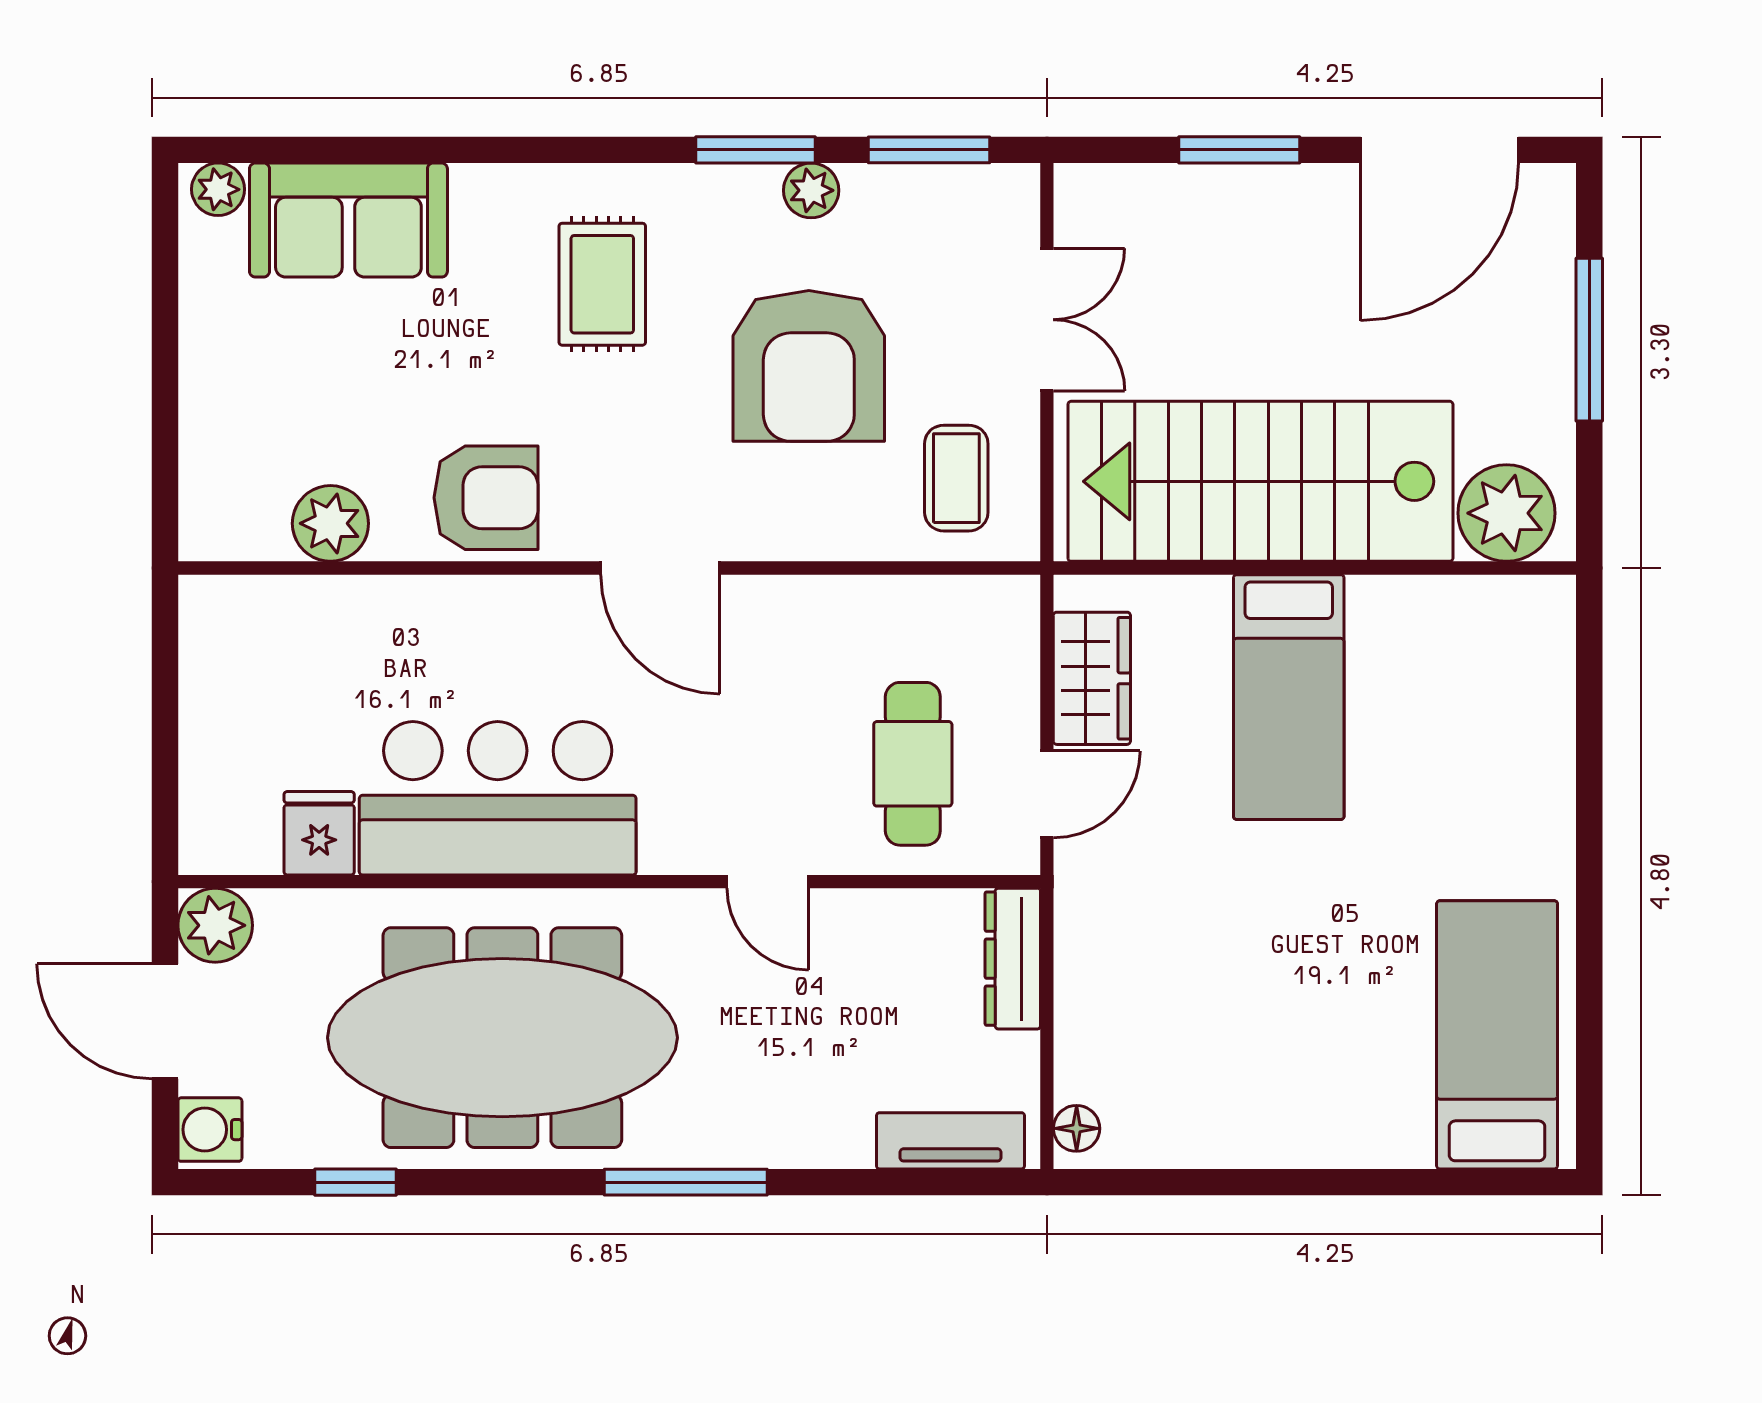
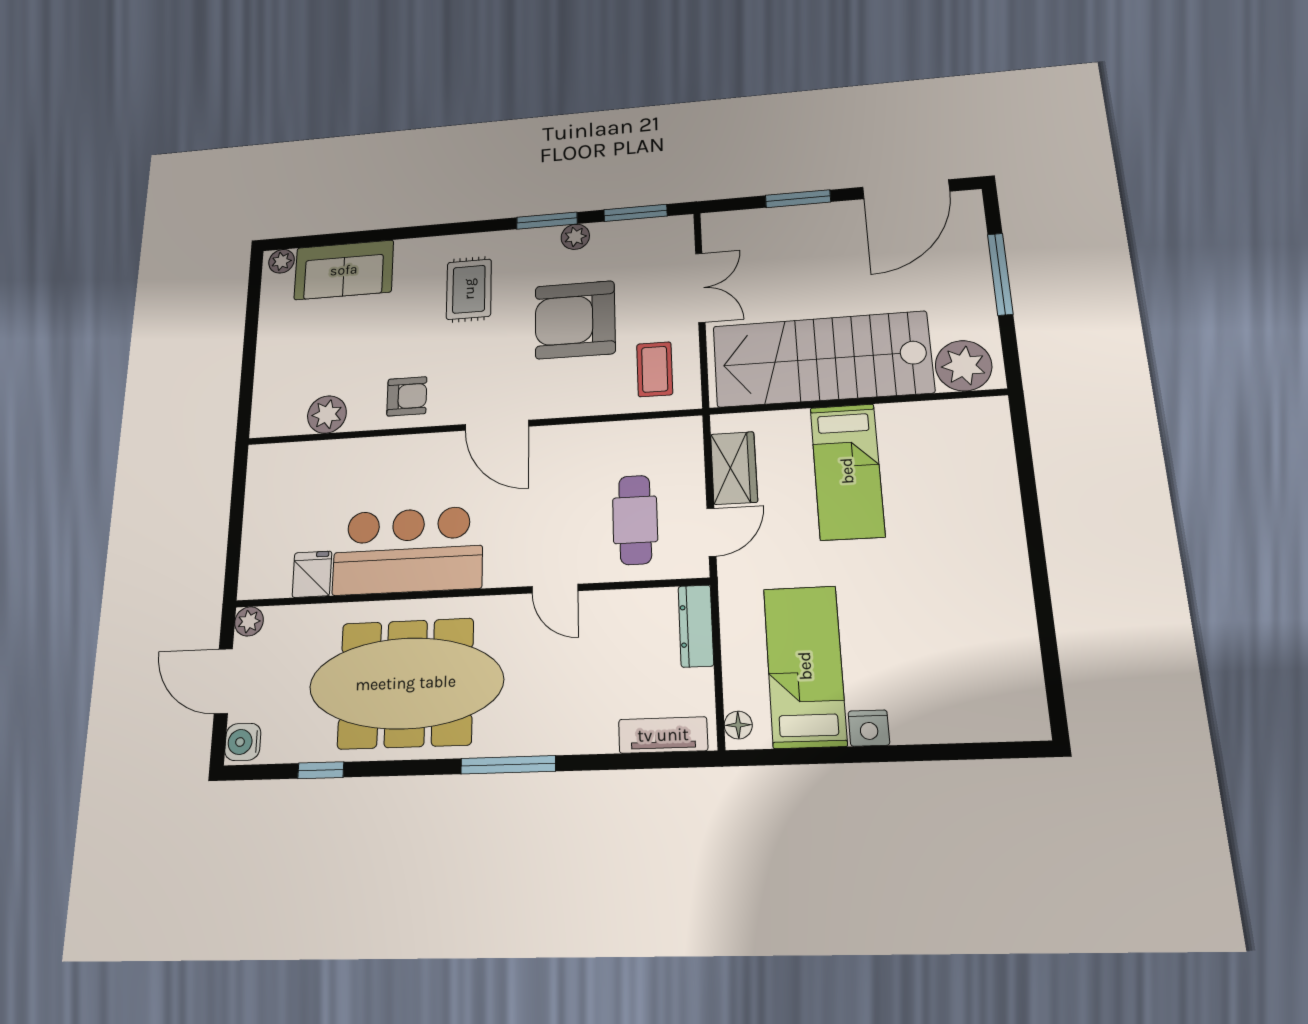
armchair: (809, 366) -> (575, 320), turned 90
armchair: (486, 498) -> (407, 396), width x0.72, depth x0.72
plant: (215, 925) -> (249, 621), width x0.73, depth x0.73
bed: (1497, 1035) -> (805, 666), moved
nightstand: (1289, 1140) -> (869, 728), added

